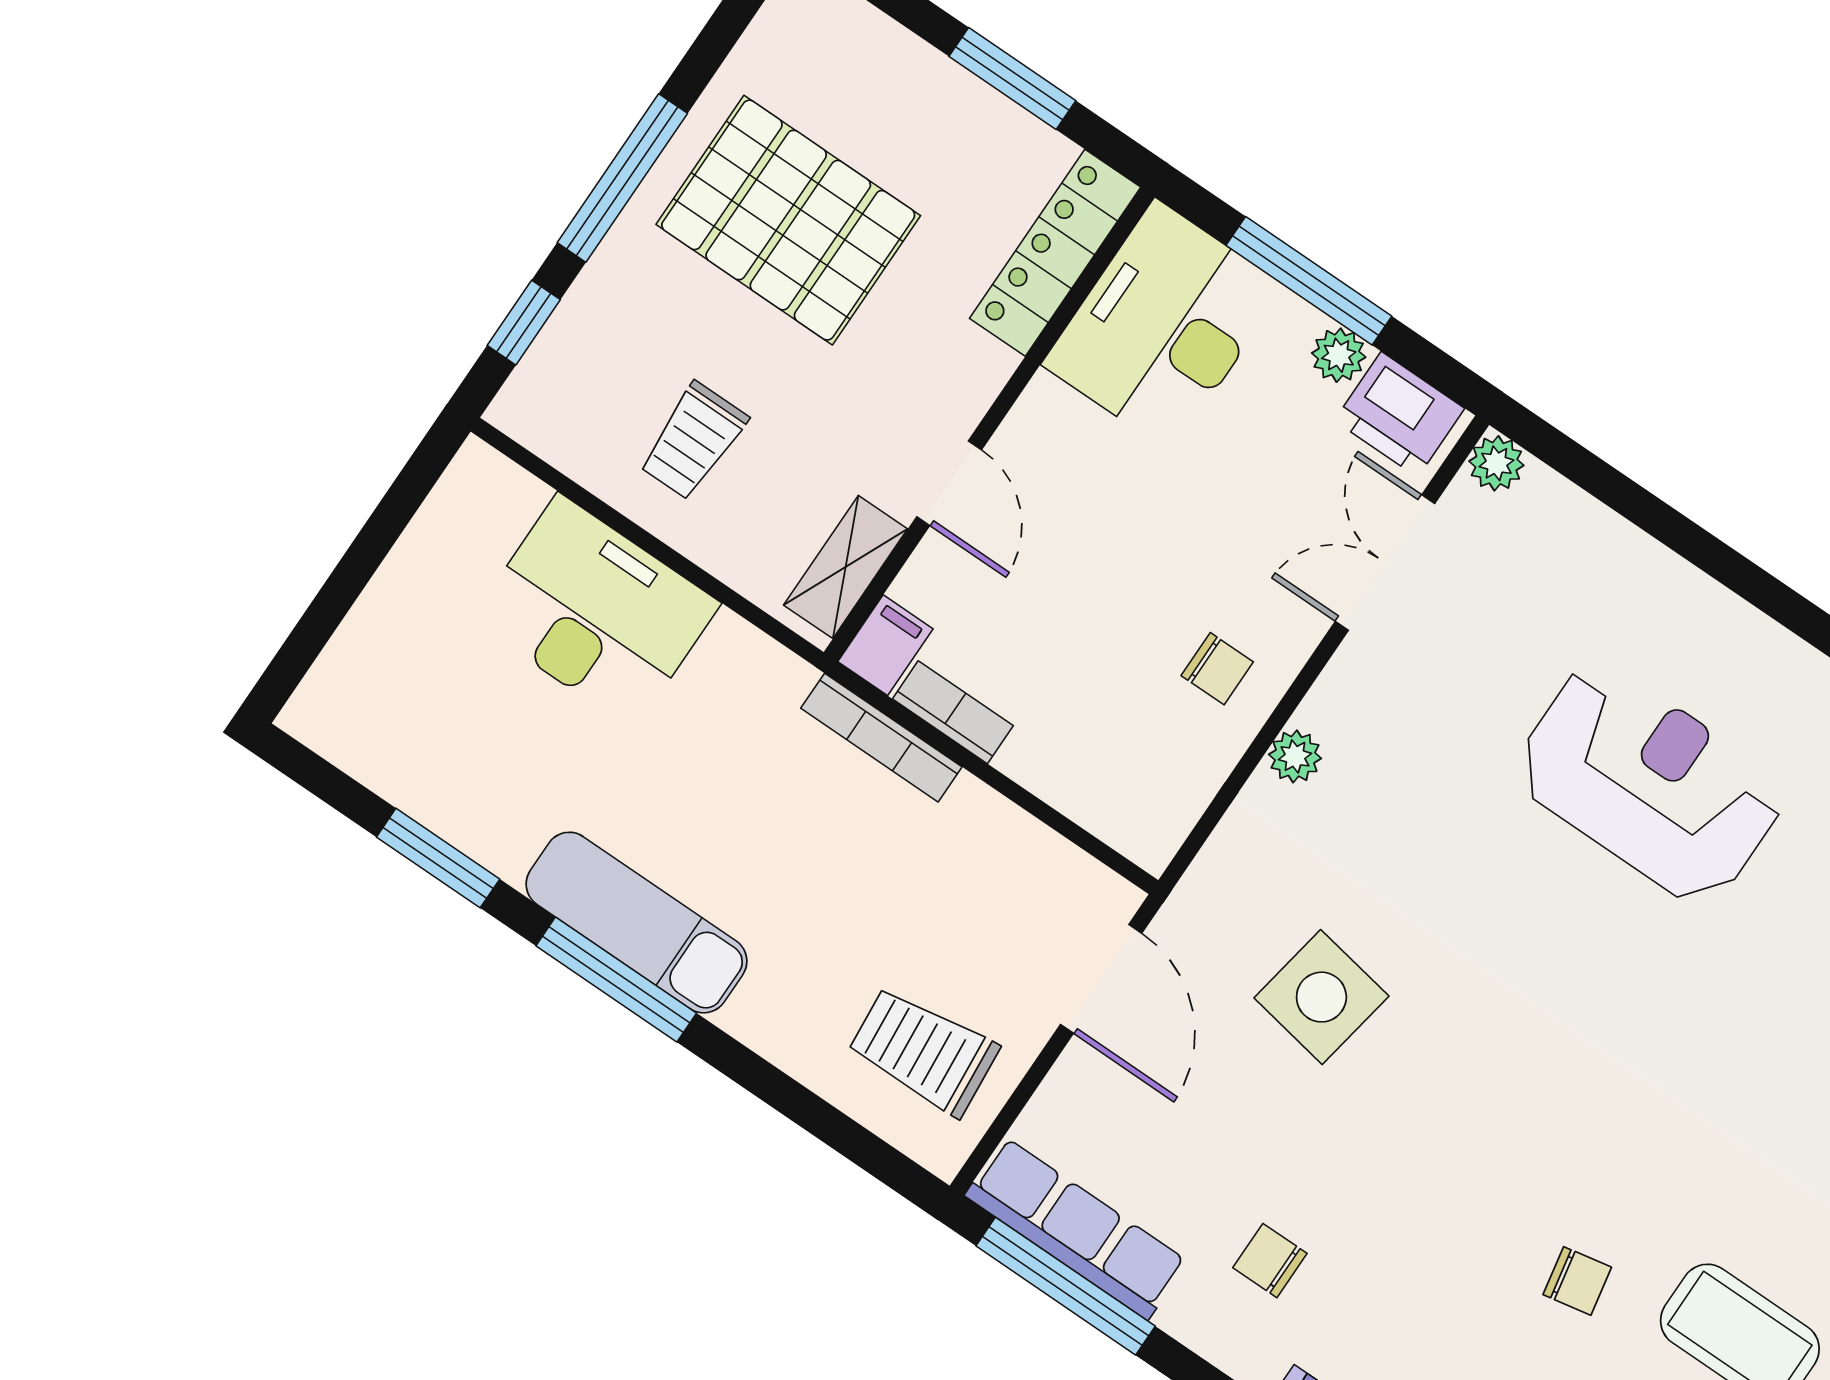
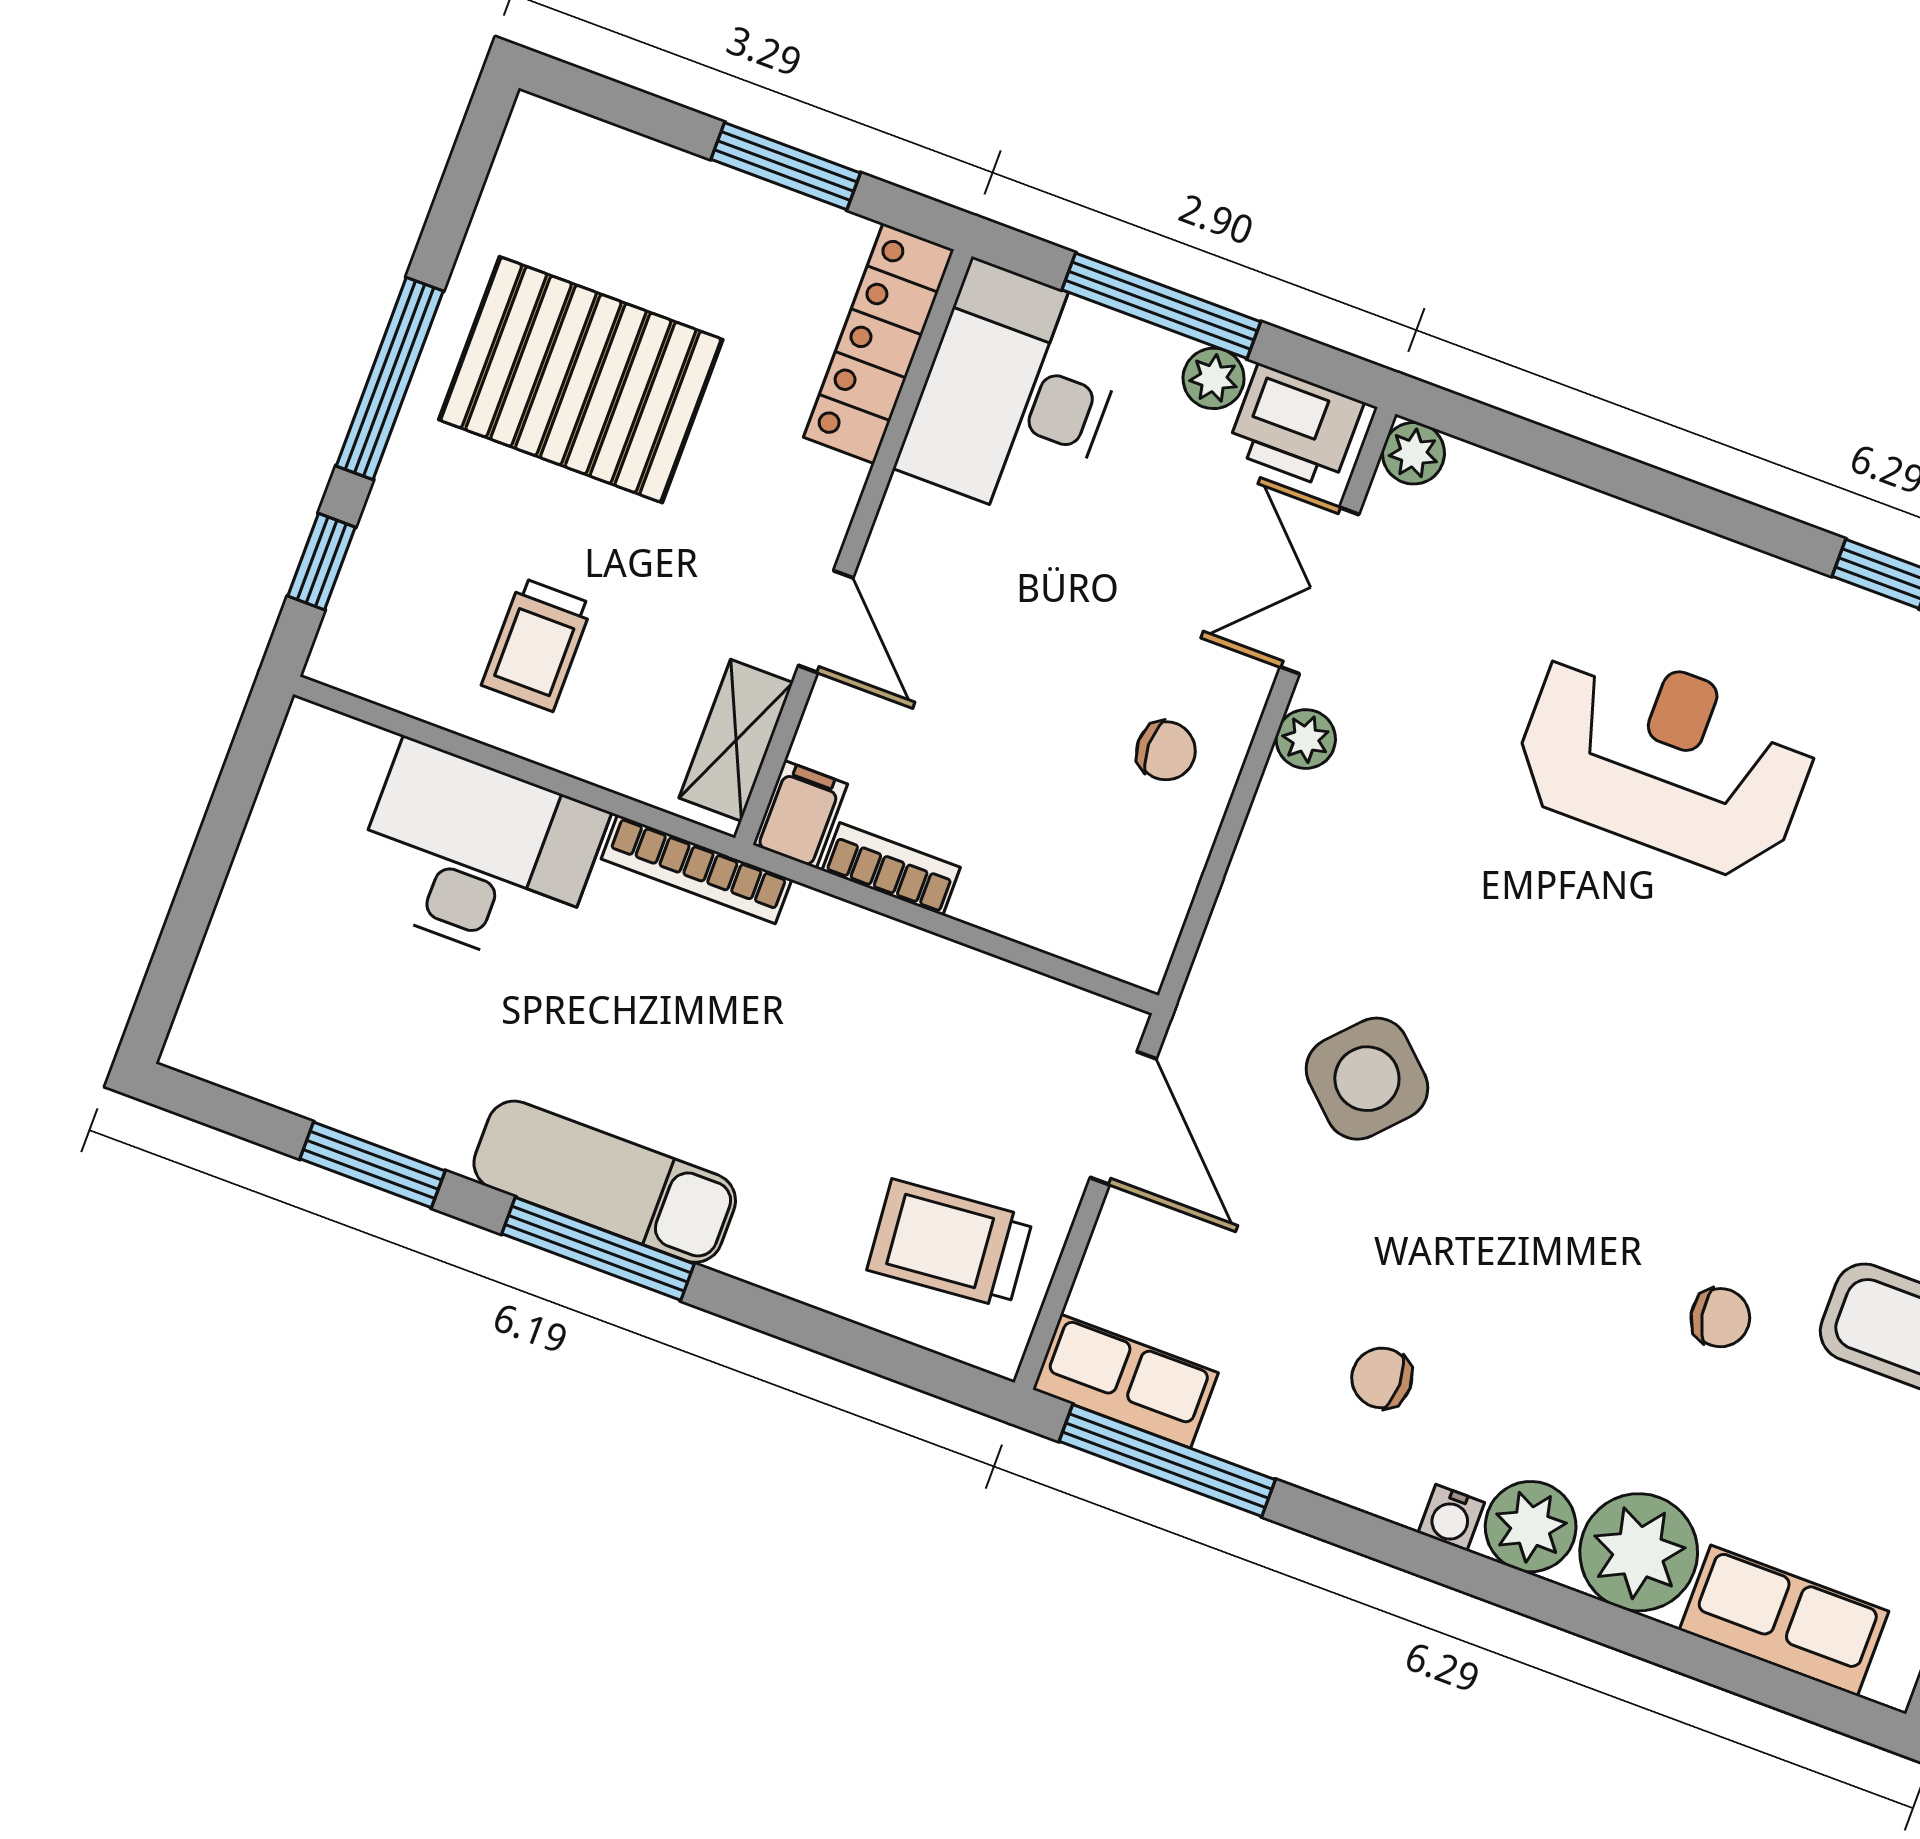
bookcase: (881, 738) -> (696, 869), moved
plant: (1295, 756) -> (1306, 739), moved
side table: (1321, 997) -> (1367, 1079), turned 33
row of seats: (1076, 1228) -> (1125, 1381), width x0.68

